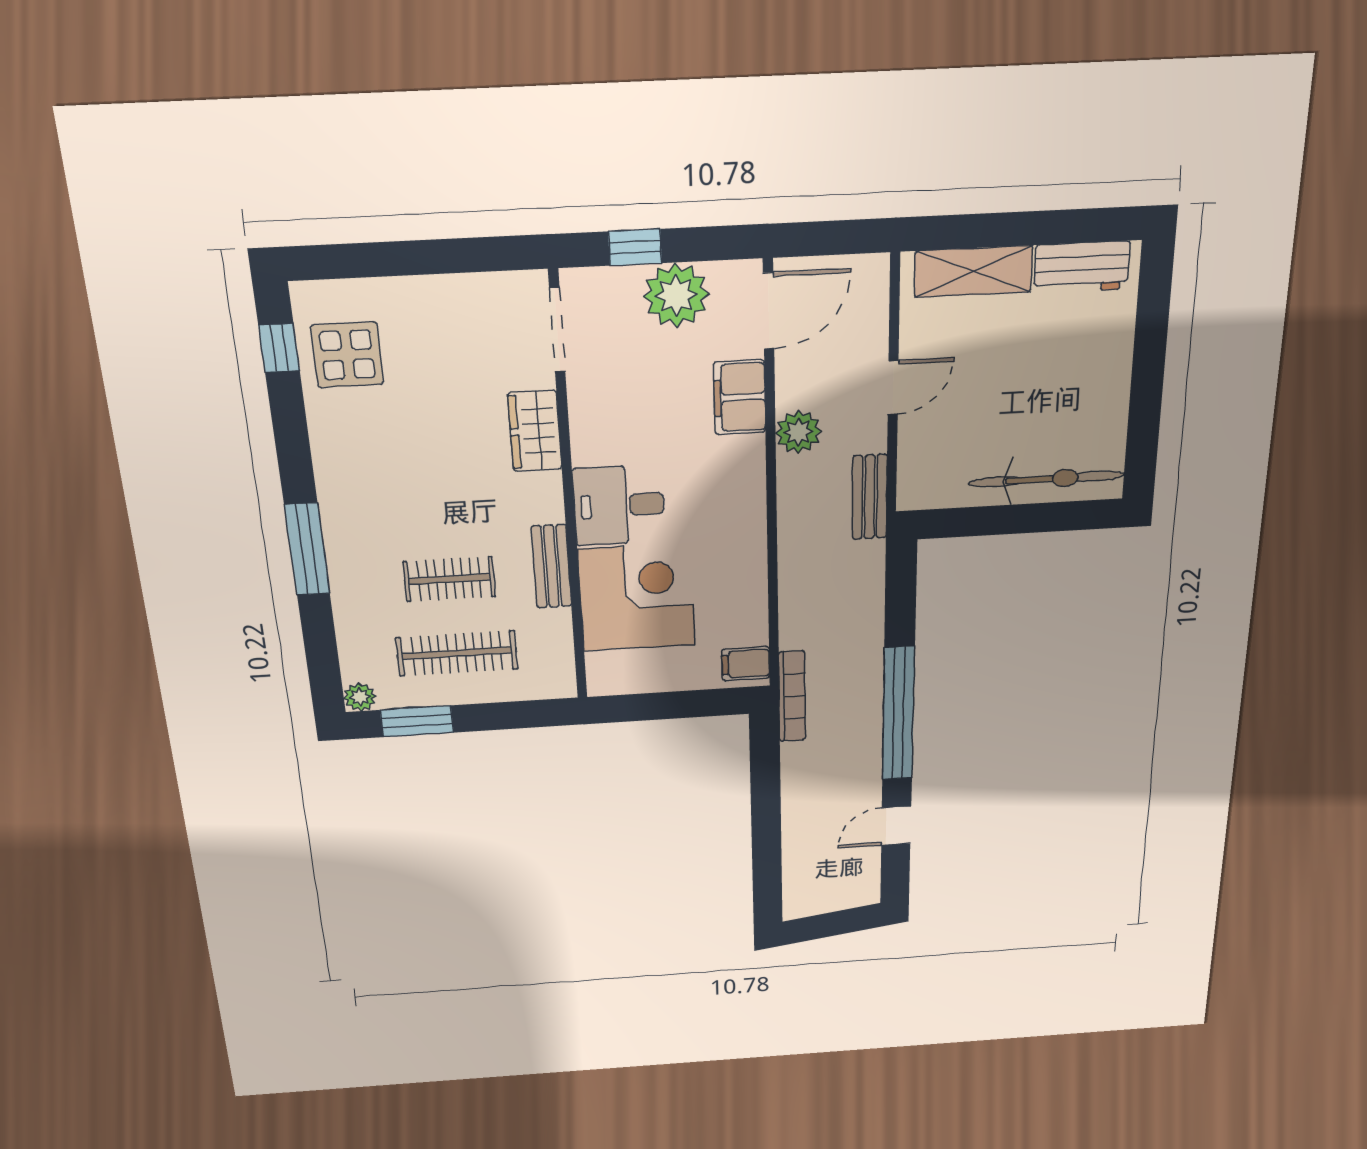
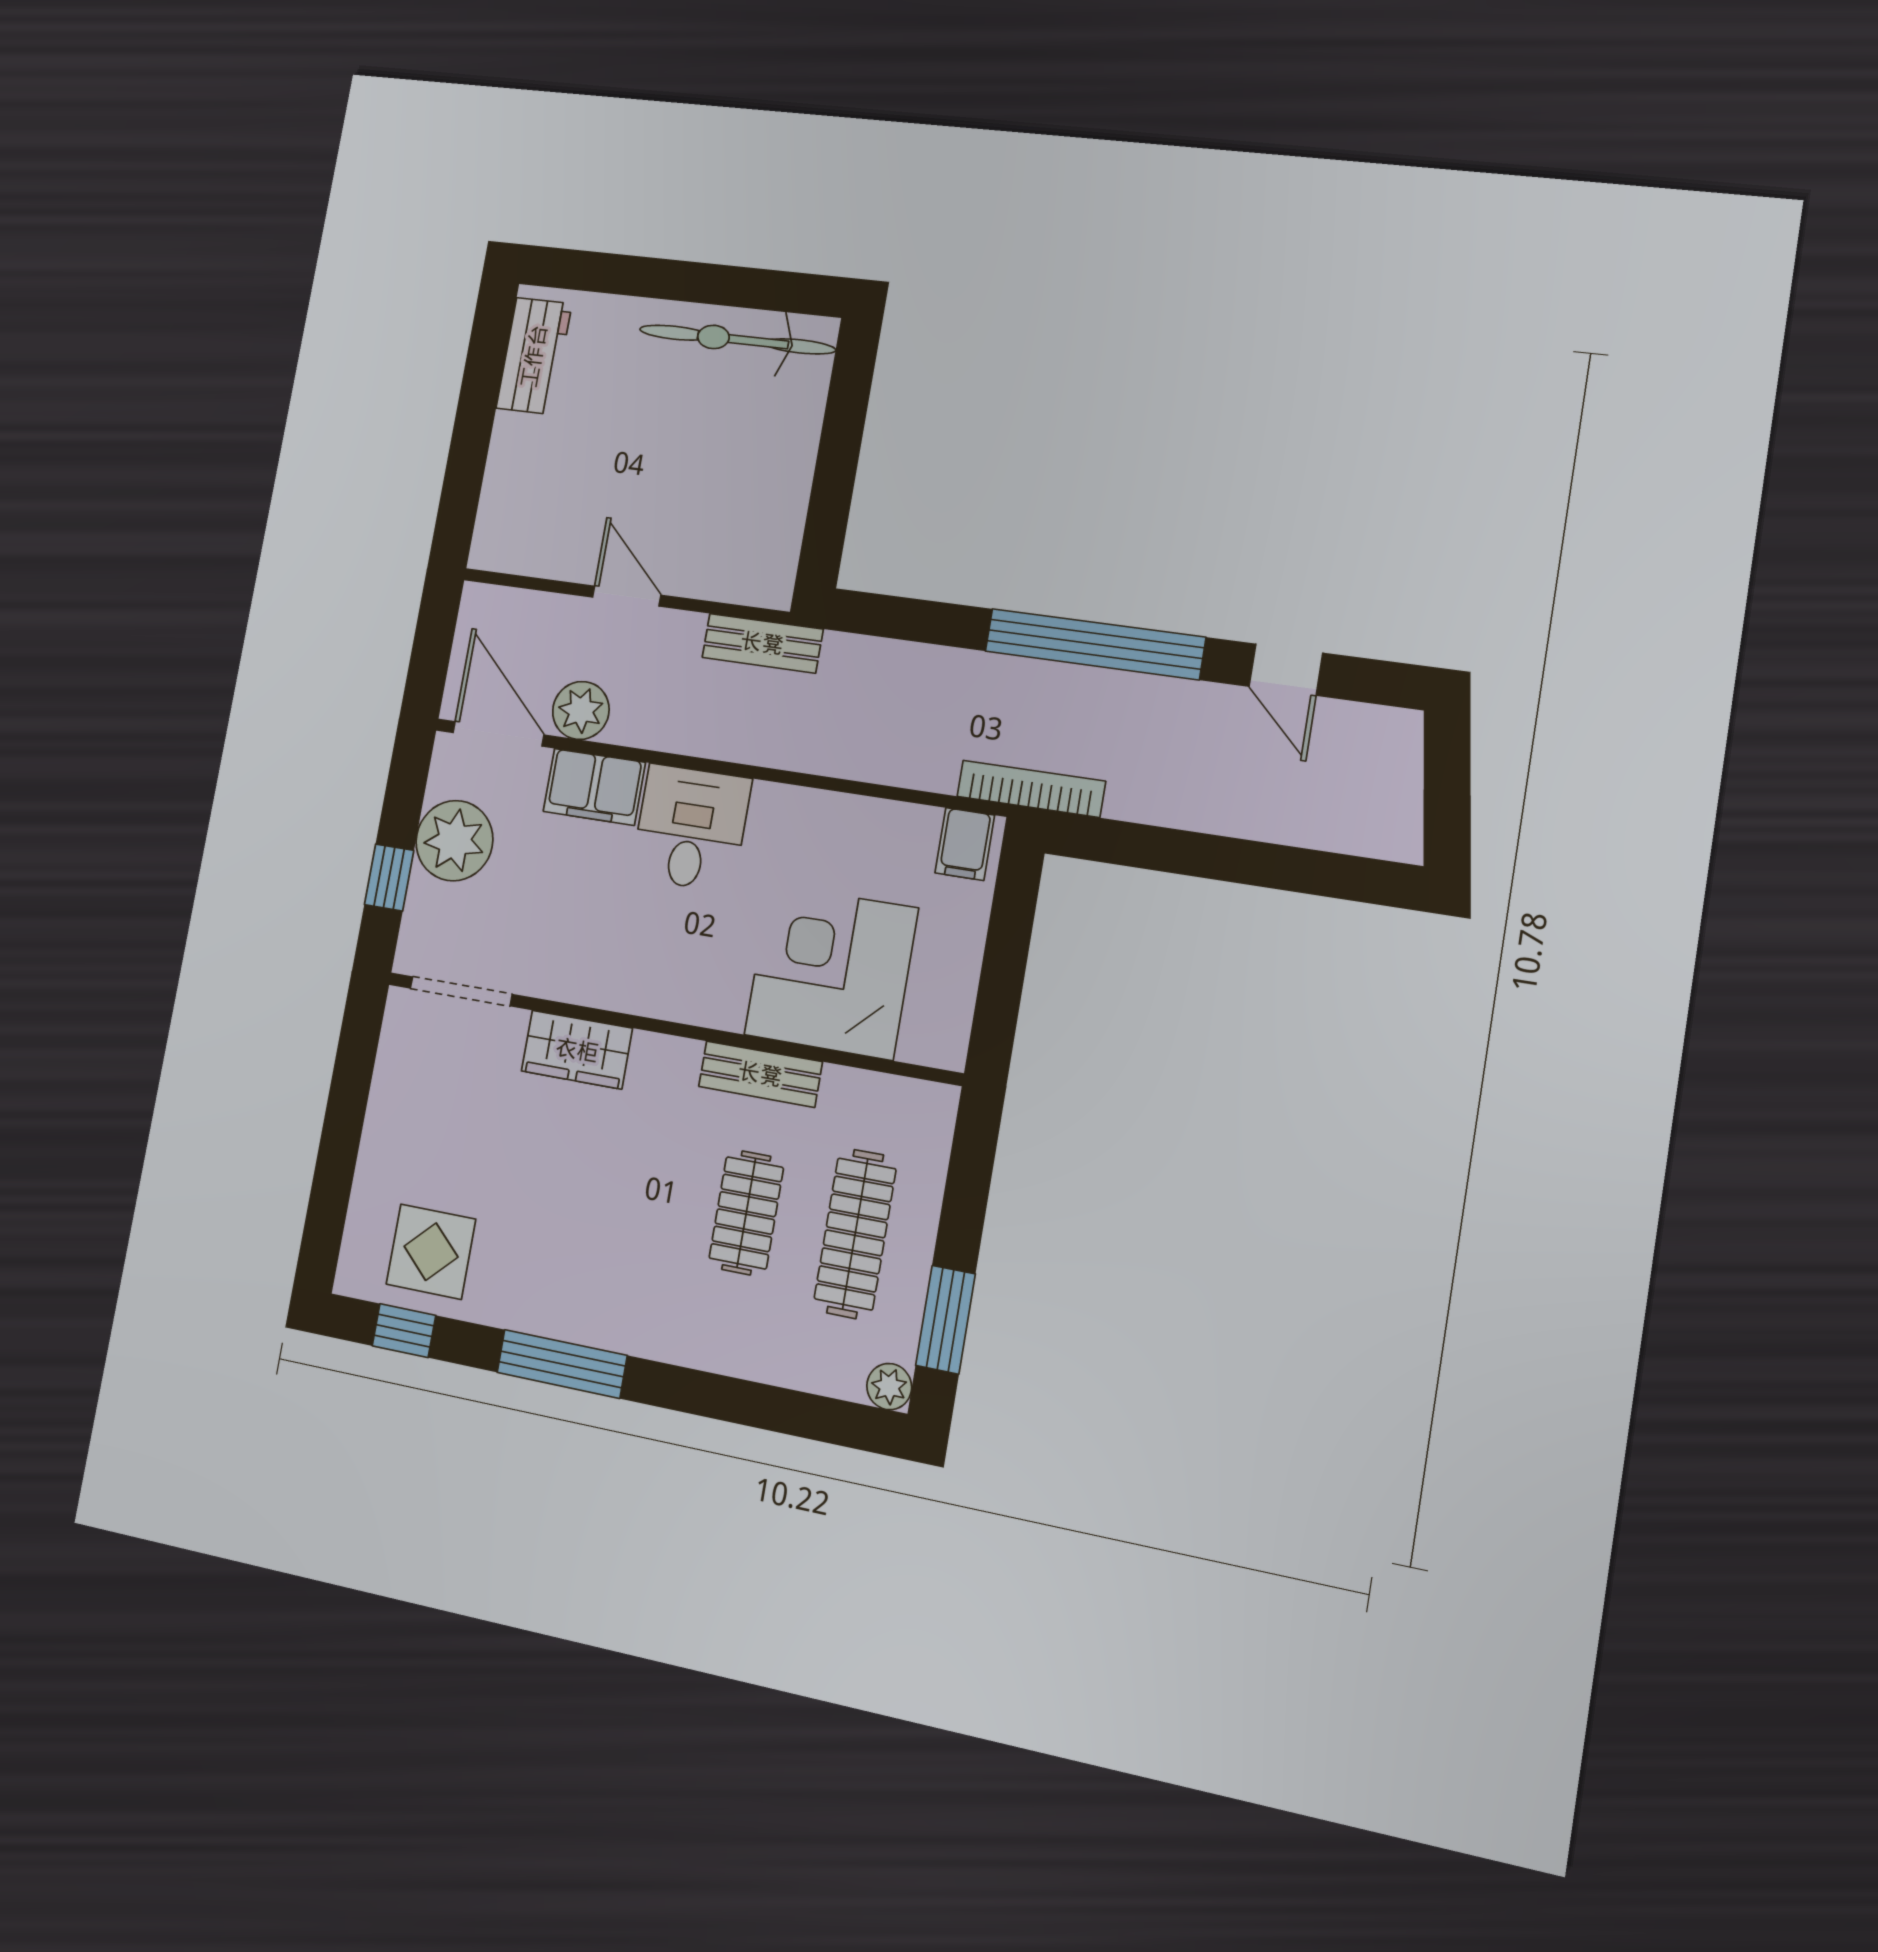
shelving: (973, 271) -> (509, 485), removed
plant: (798, 432) -> (581, 710), moved
bicycle: (1047, 479) -> (737, 340), moved, turned -90
desk: (619, 505) -> (691, 828), moved, turned 180
window: (307, 549) -> (562, 1364), moved

